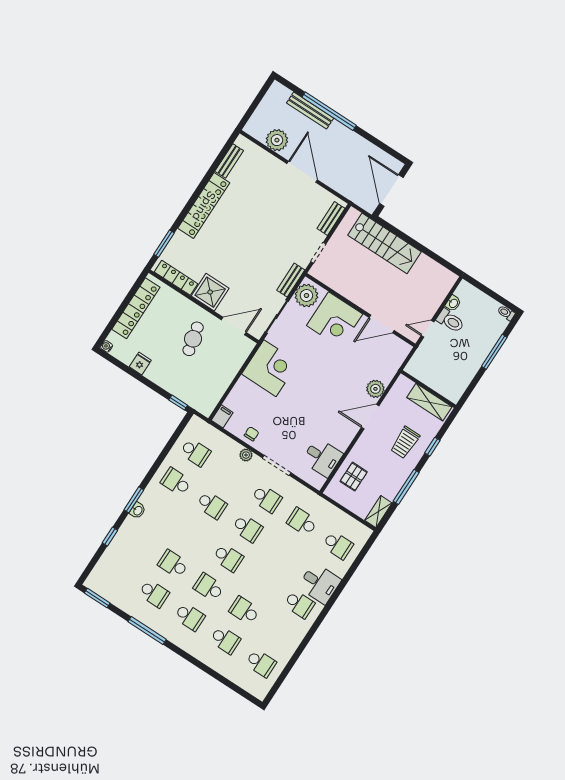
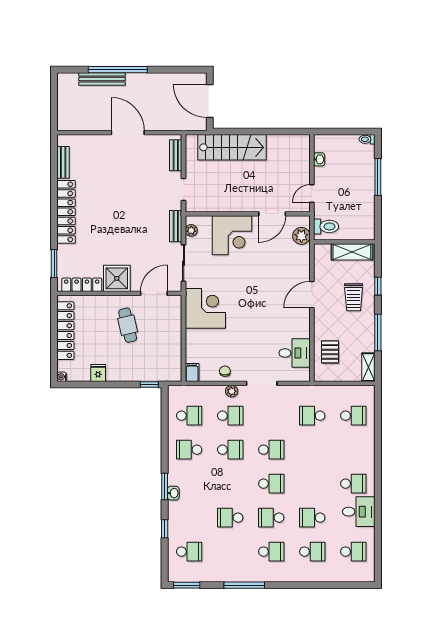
plant: (277, 140) -> (91, 120), removed
plant: (306, 296) -> (191, 230), width x0.53, depth x0.53
toilet: (450, 321) -> (326, 226), moved
plant: (375, 389) -> (301, 236), moved
school desk: (267, 499) -> (230, 416), moved
desk: (319, 583) -> (359, 512), moved
school desk: (154, 594) -> (189, 552), moved

